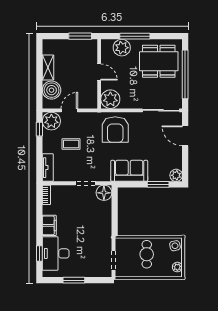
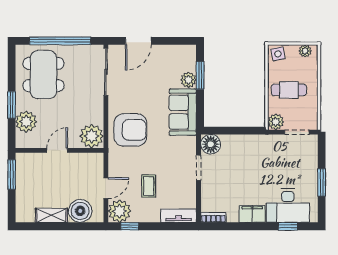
window: (135, 36) -> (12, 105), width x0.69
door: (69, 110) -> (106, 188), swing flipped
plant: (176, 175) -> (188, 80), moved
plant: (122, 244) -> (276, 122), added

